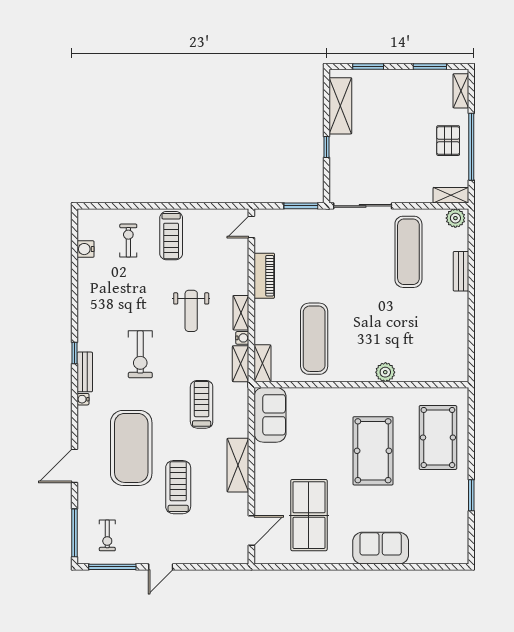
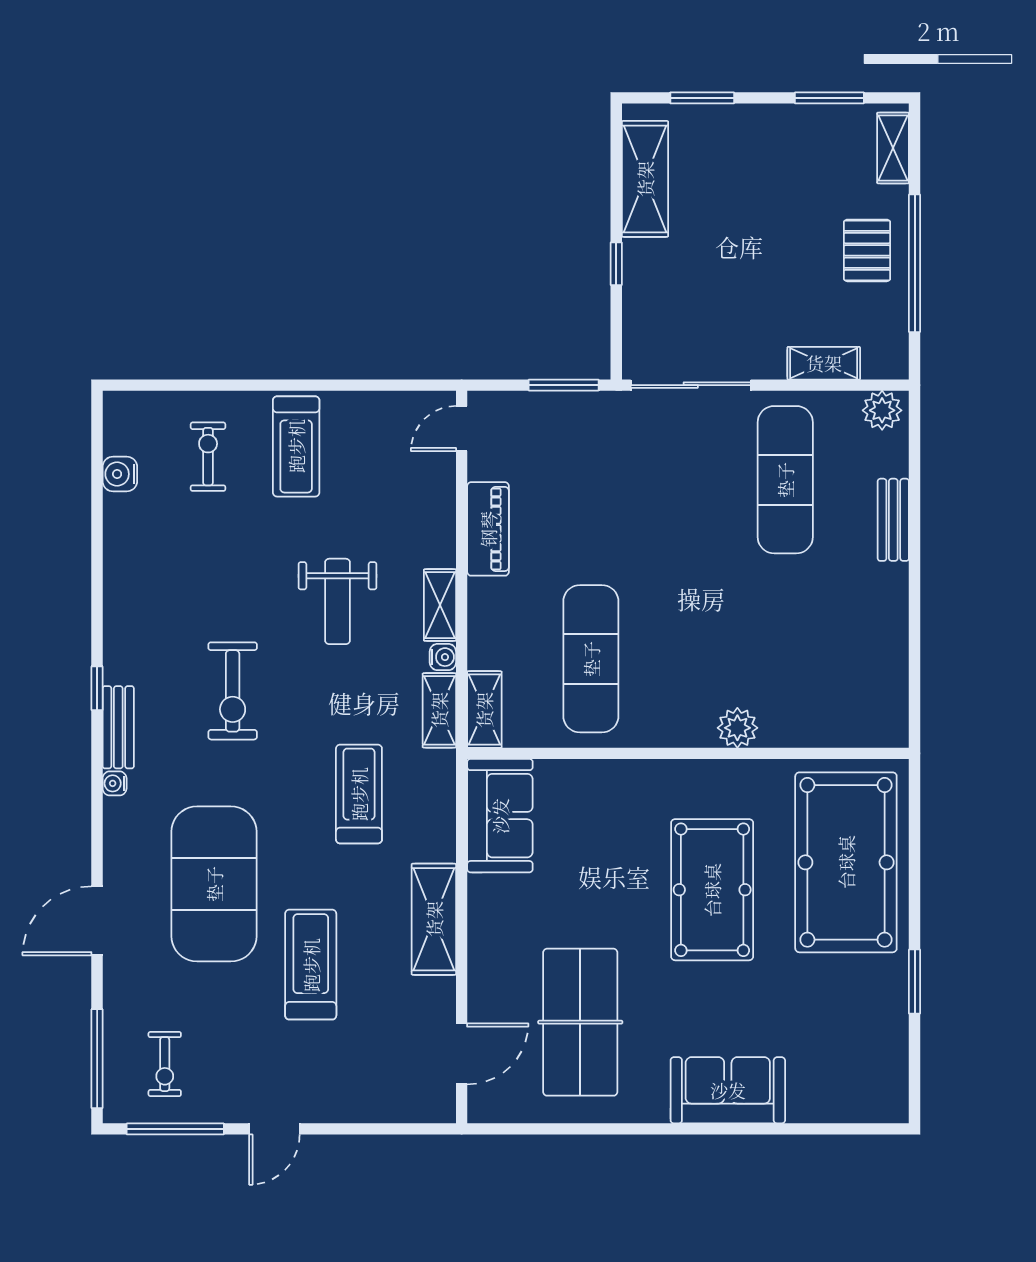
shelving: (451, 195) -> (824, 363), moved
pool table: (438, 438) -> (846, 862), width x1.36, depth x1.32

